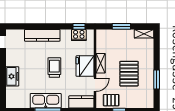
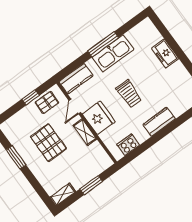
window: (79, 26) -> (134, 154), removed
kitchen counter: (42, 35) -> (159, 122), width x0.67

